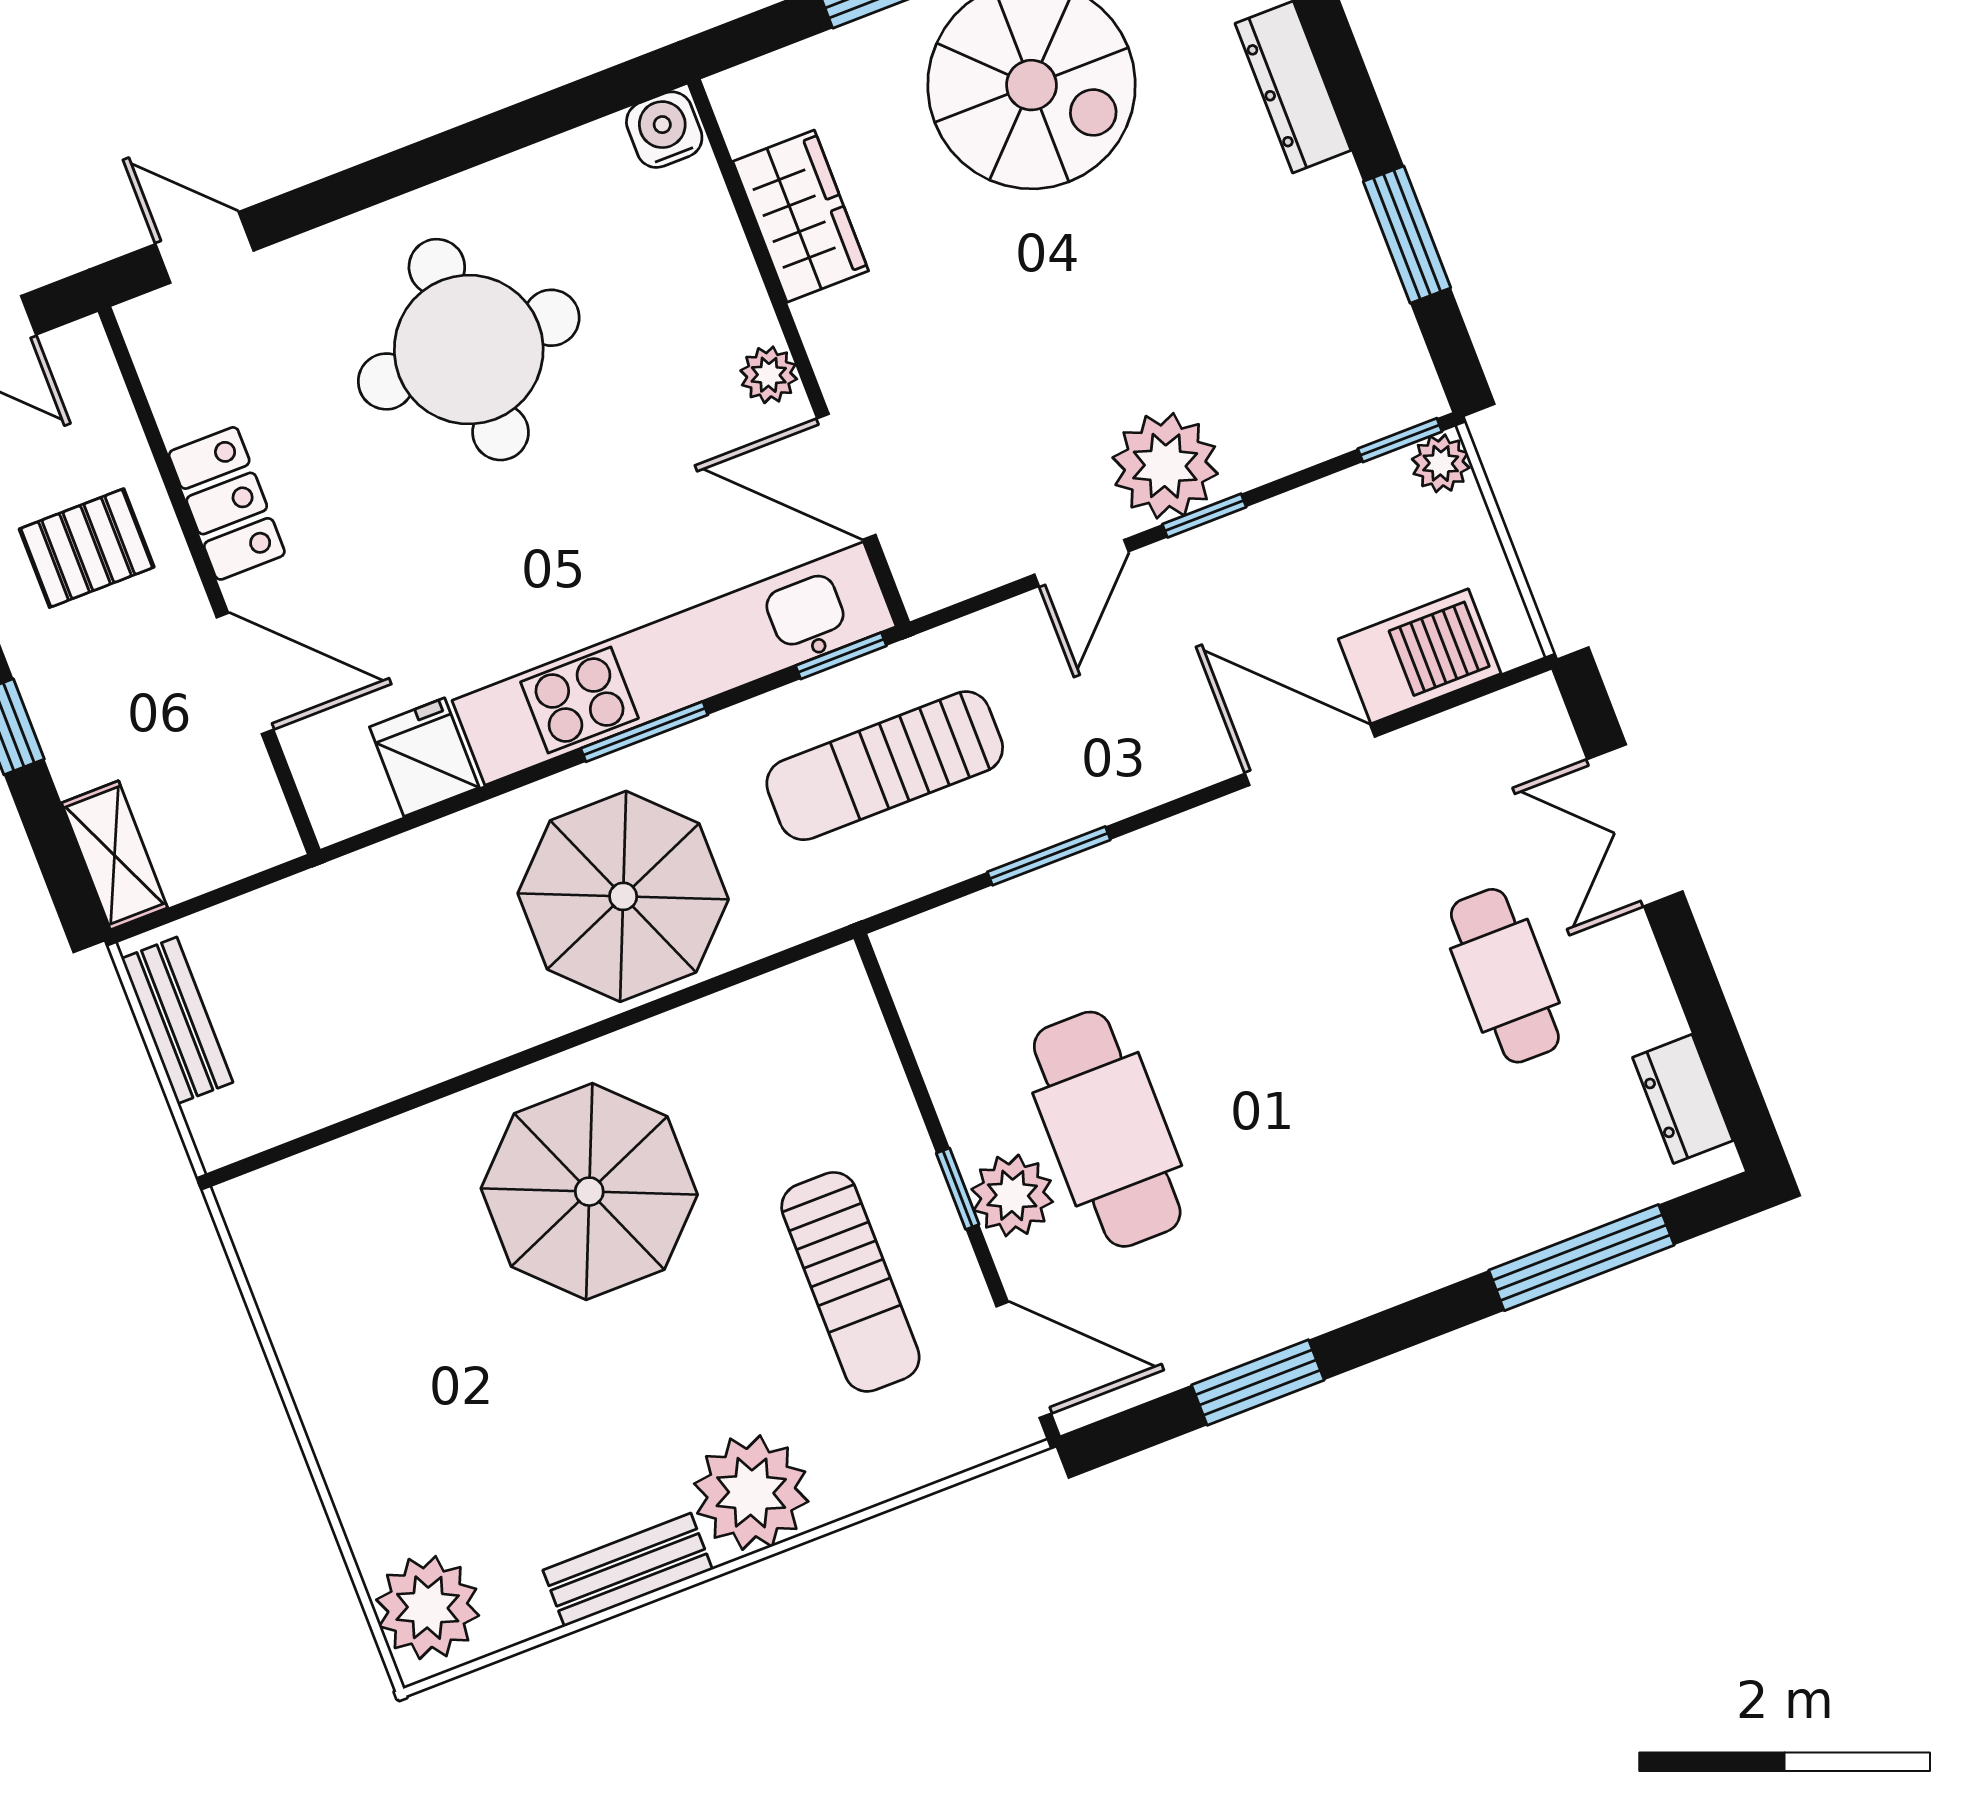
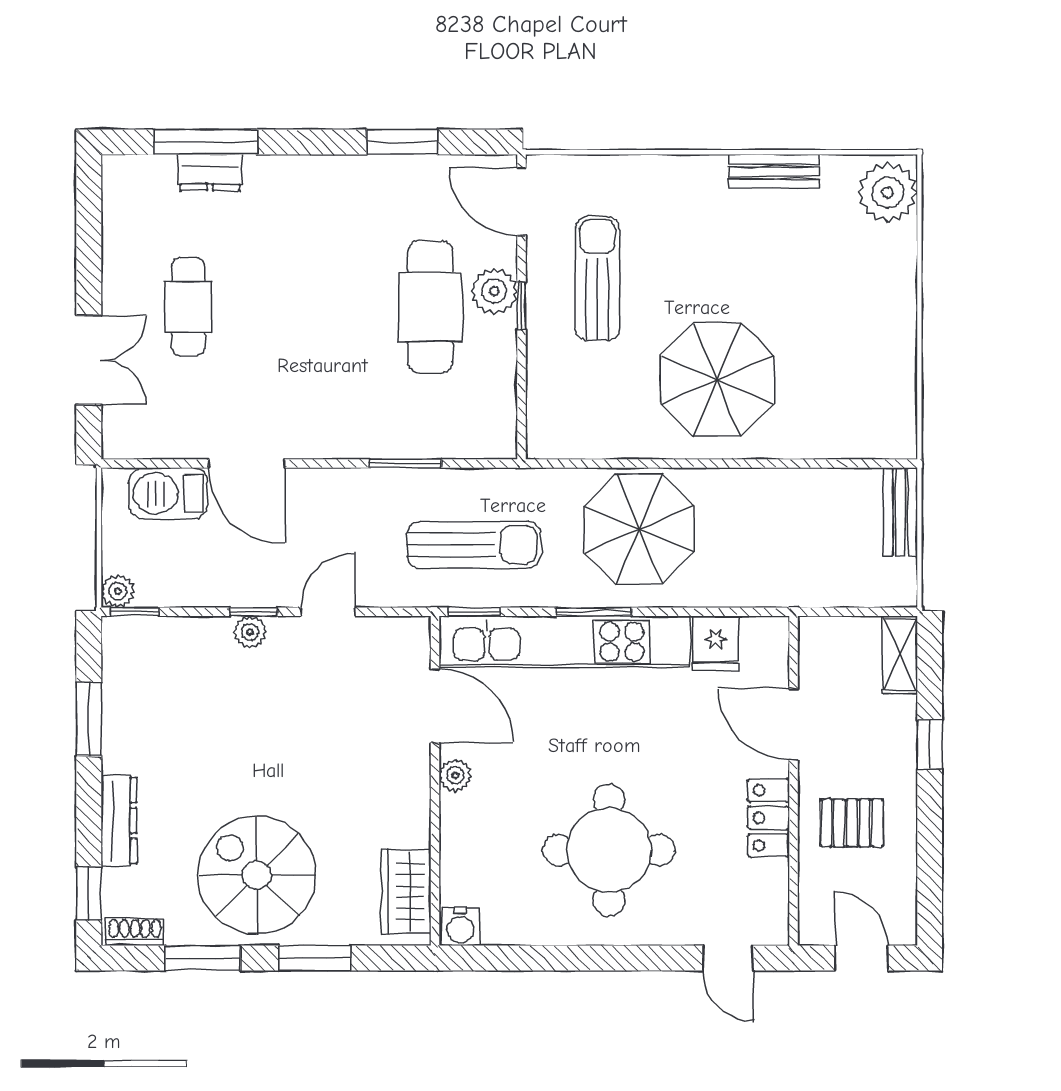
wardrobe: (801, 216) -> (406, 892), moved
plant: (1165, 466) -> (250, 632), width x0.53, depth x0.53
bench: (177, 1020) -> (900, 512), moved
dresser: (1683, 1099) -> (210, 172), moved, turned 90
plant: (751, 1493) -> (693, 187), removed

